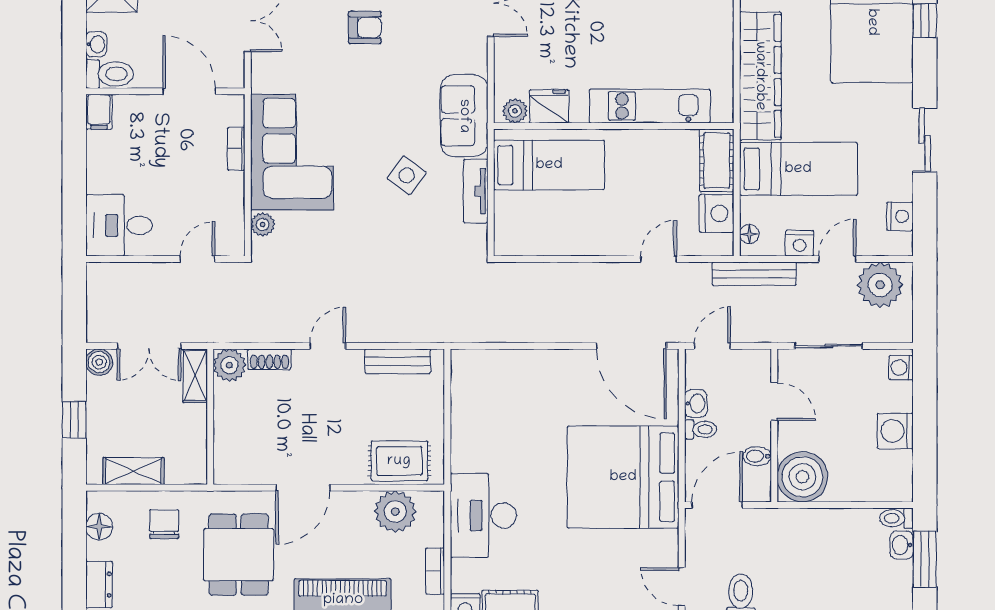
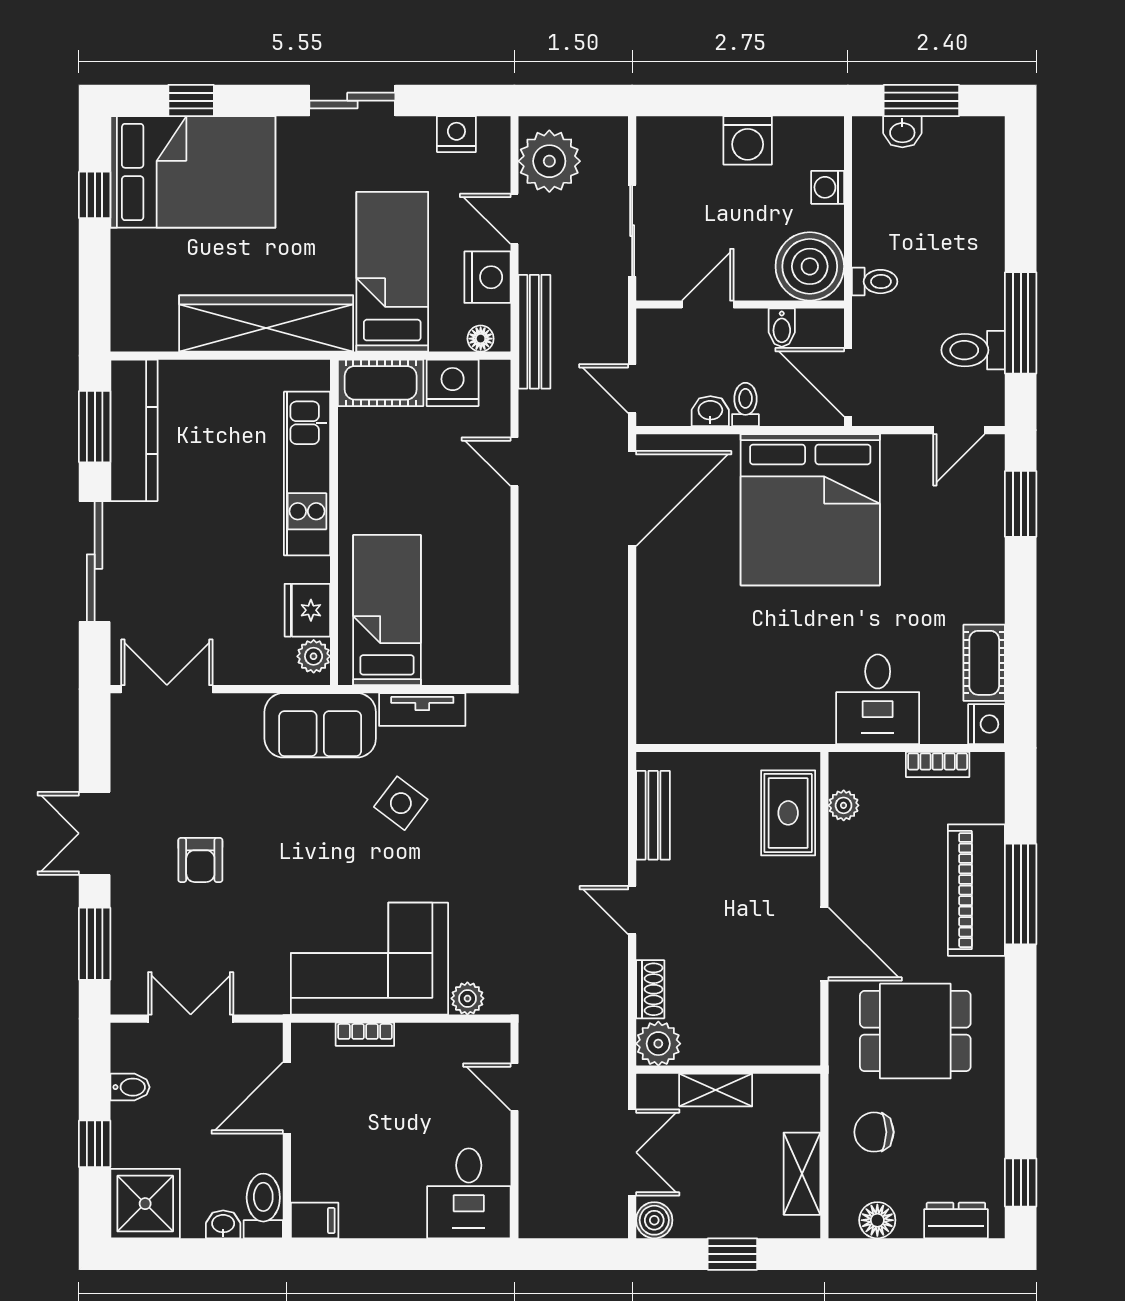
armchair: (365, 27) -> (200, 860), turned 180
nightstand: (800, 243) -> (487, 277), width x1.36, depth x1.33
washing machine: (901, 368) -> (828, 187), moved, turned 90
shelving: (195, 376) -> (716, 1090), moved
plant: (395, 511) -> (844, 805), width x0.53, depth x0.53
desk: (483, 515) -> (878, 699), width x0.73
toilet: (896, 518) -> (875, 282), moved, turned -90

